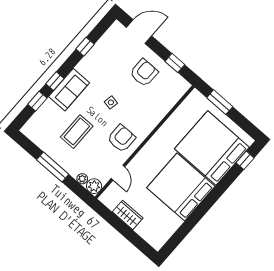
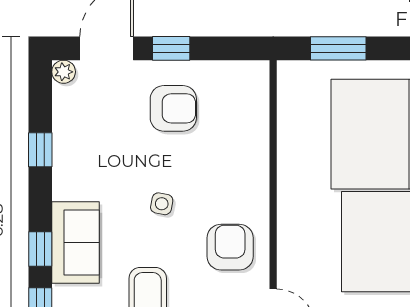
plant: (117, 27) -> (64, 72), added
window: (175, 63) -> (171, 48), moved
armchair: (144, 73) -> (173, 108), turned 90

